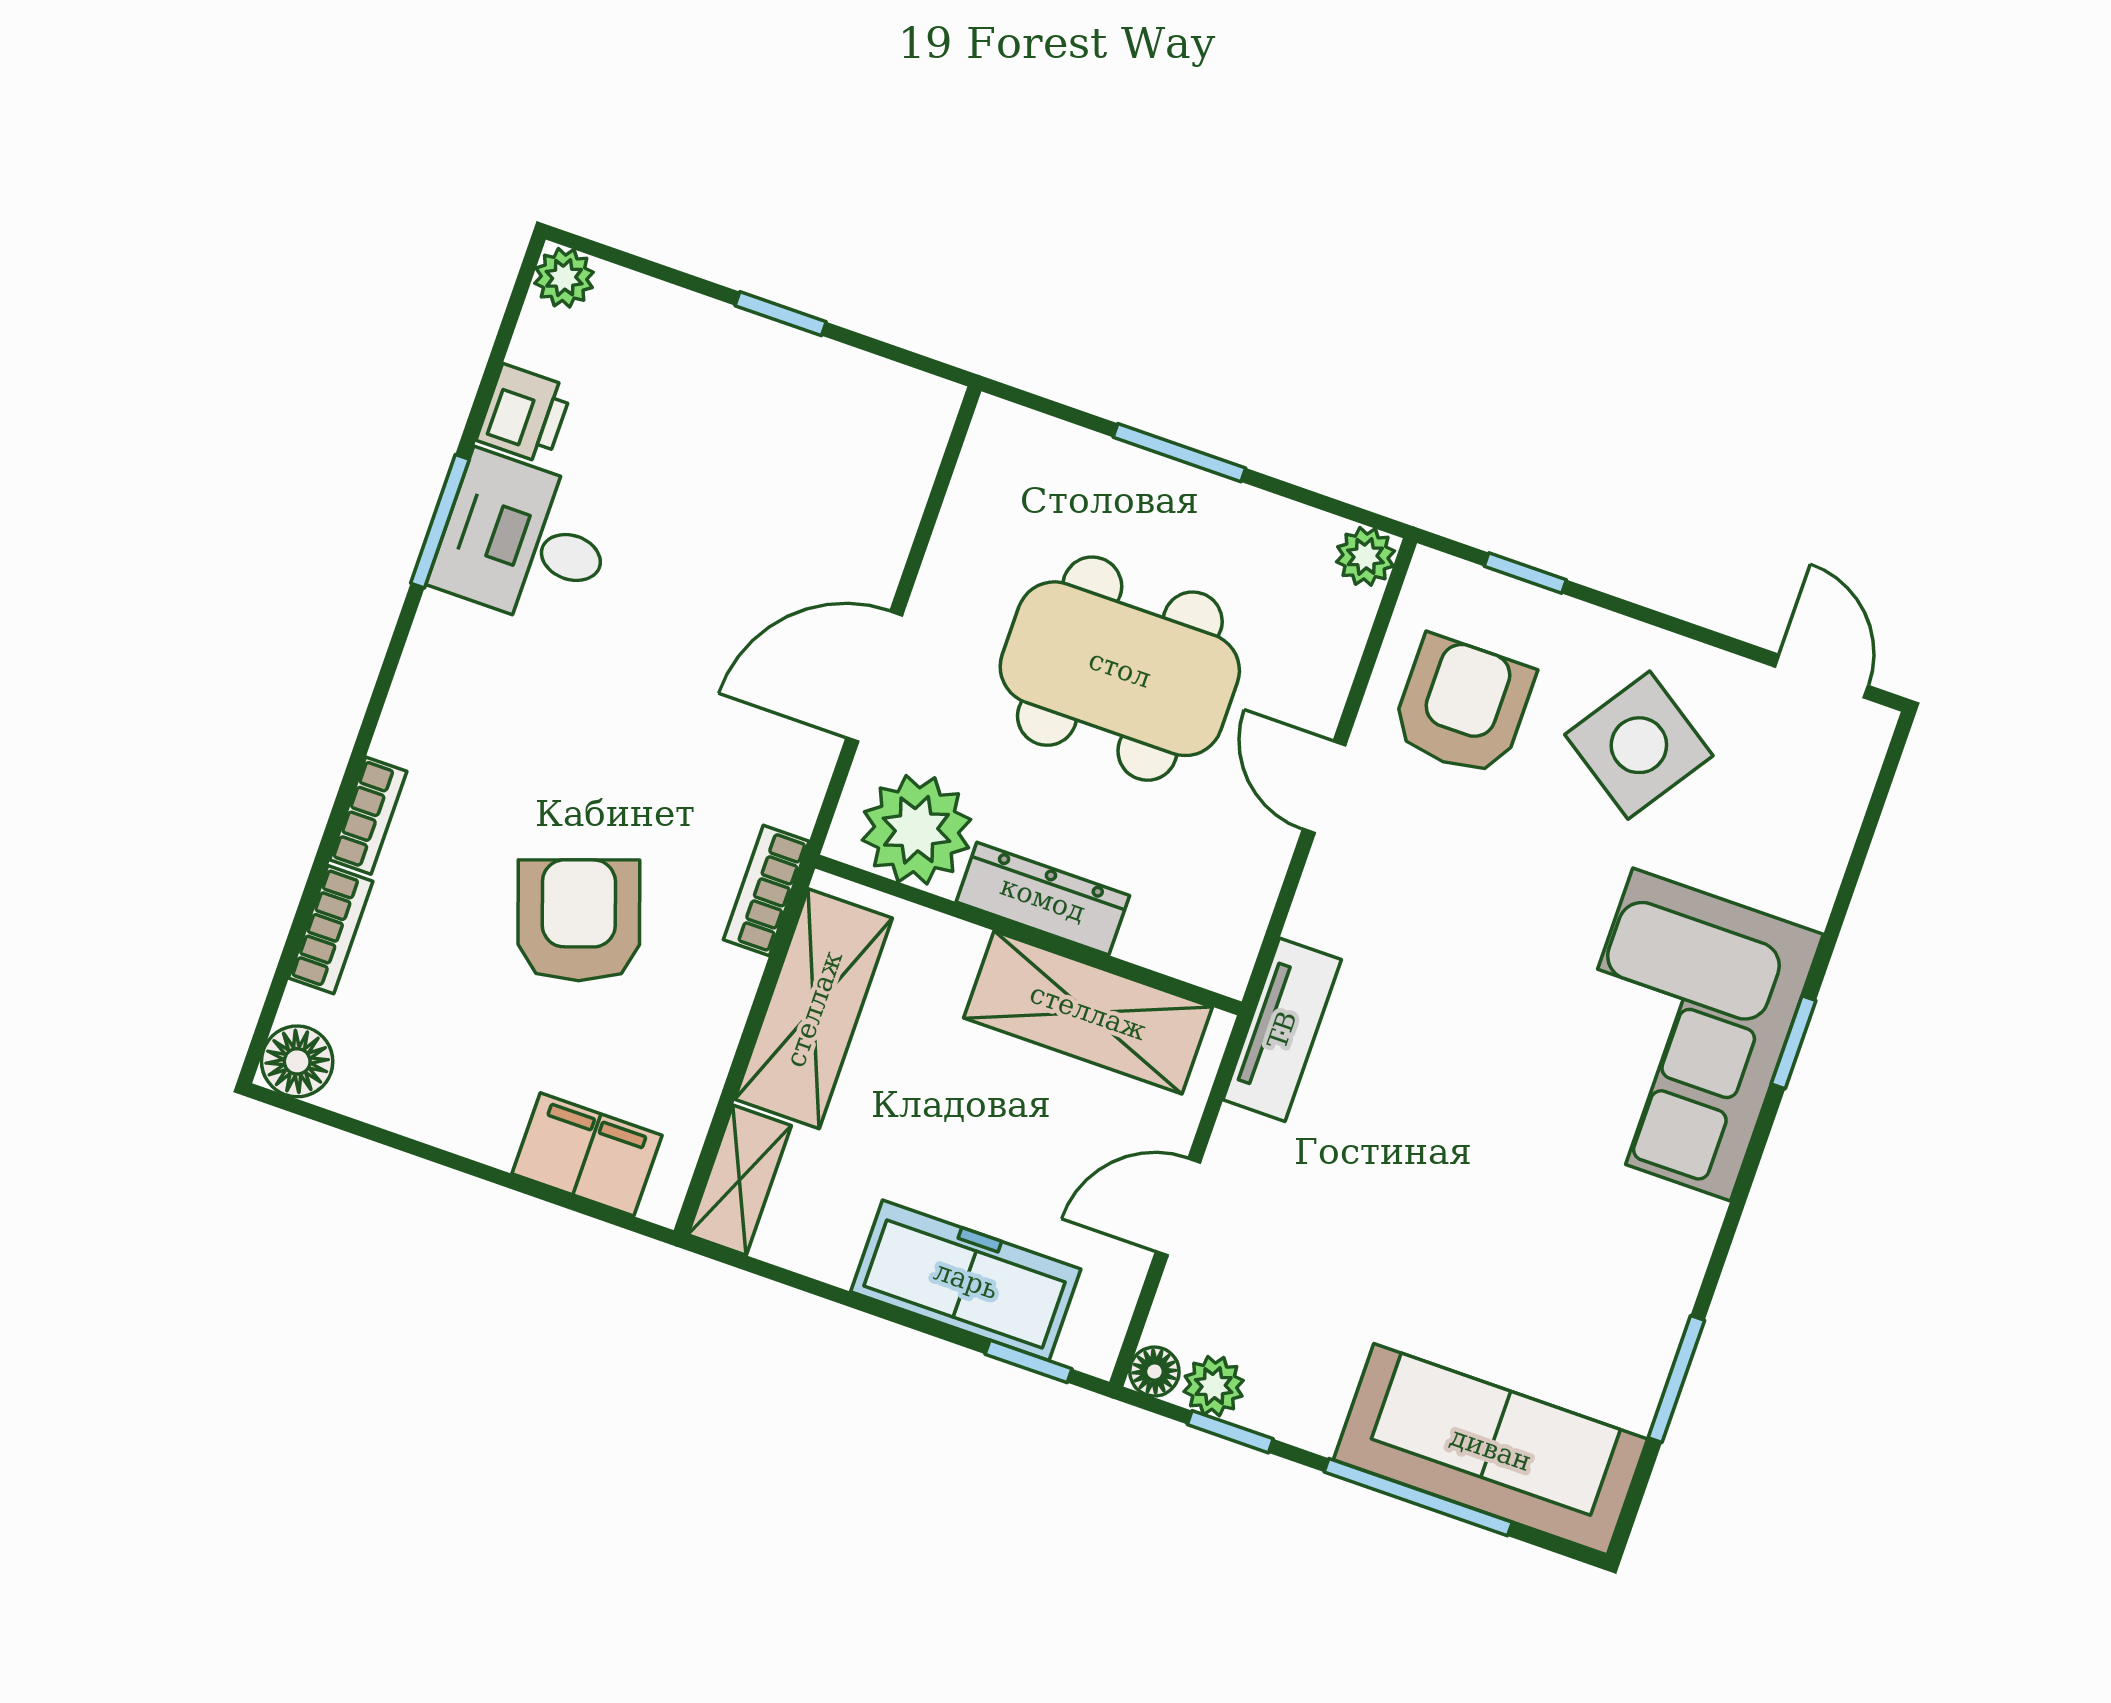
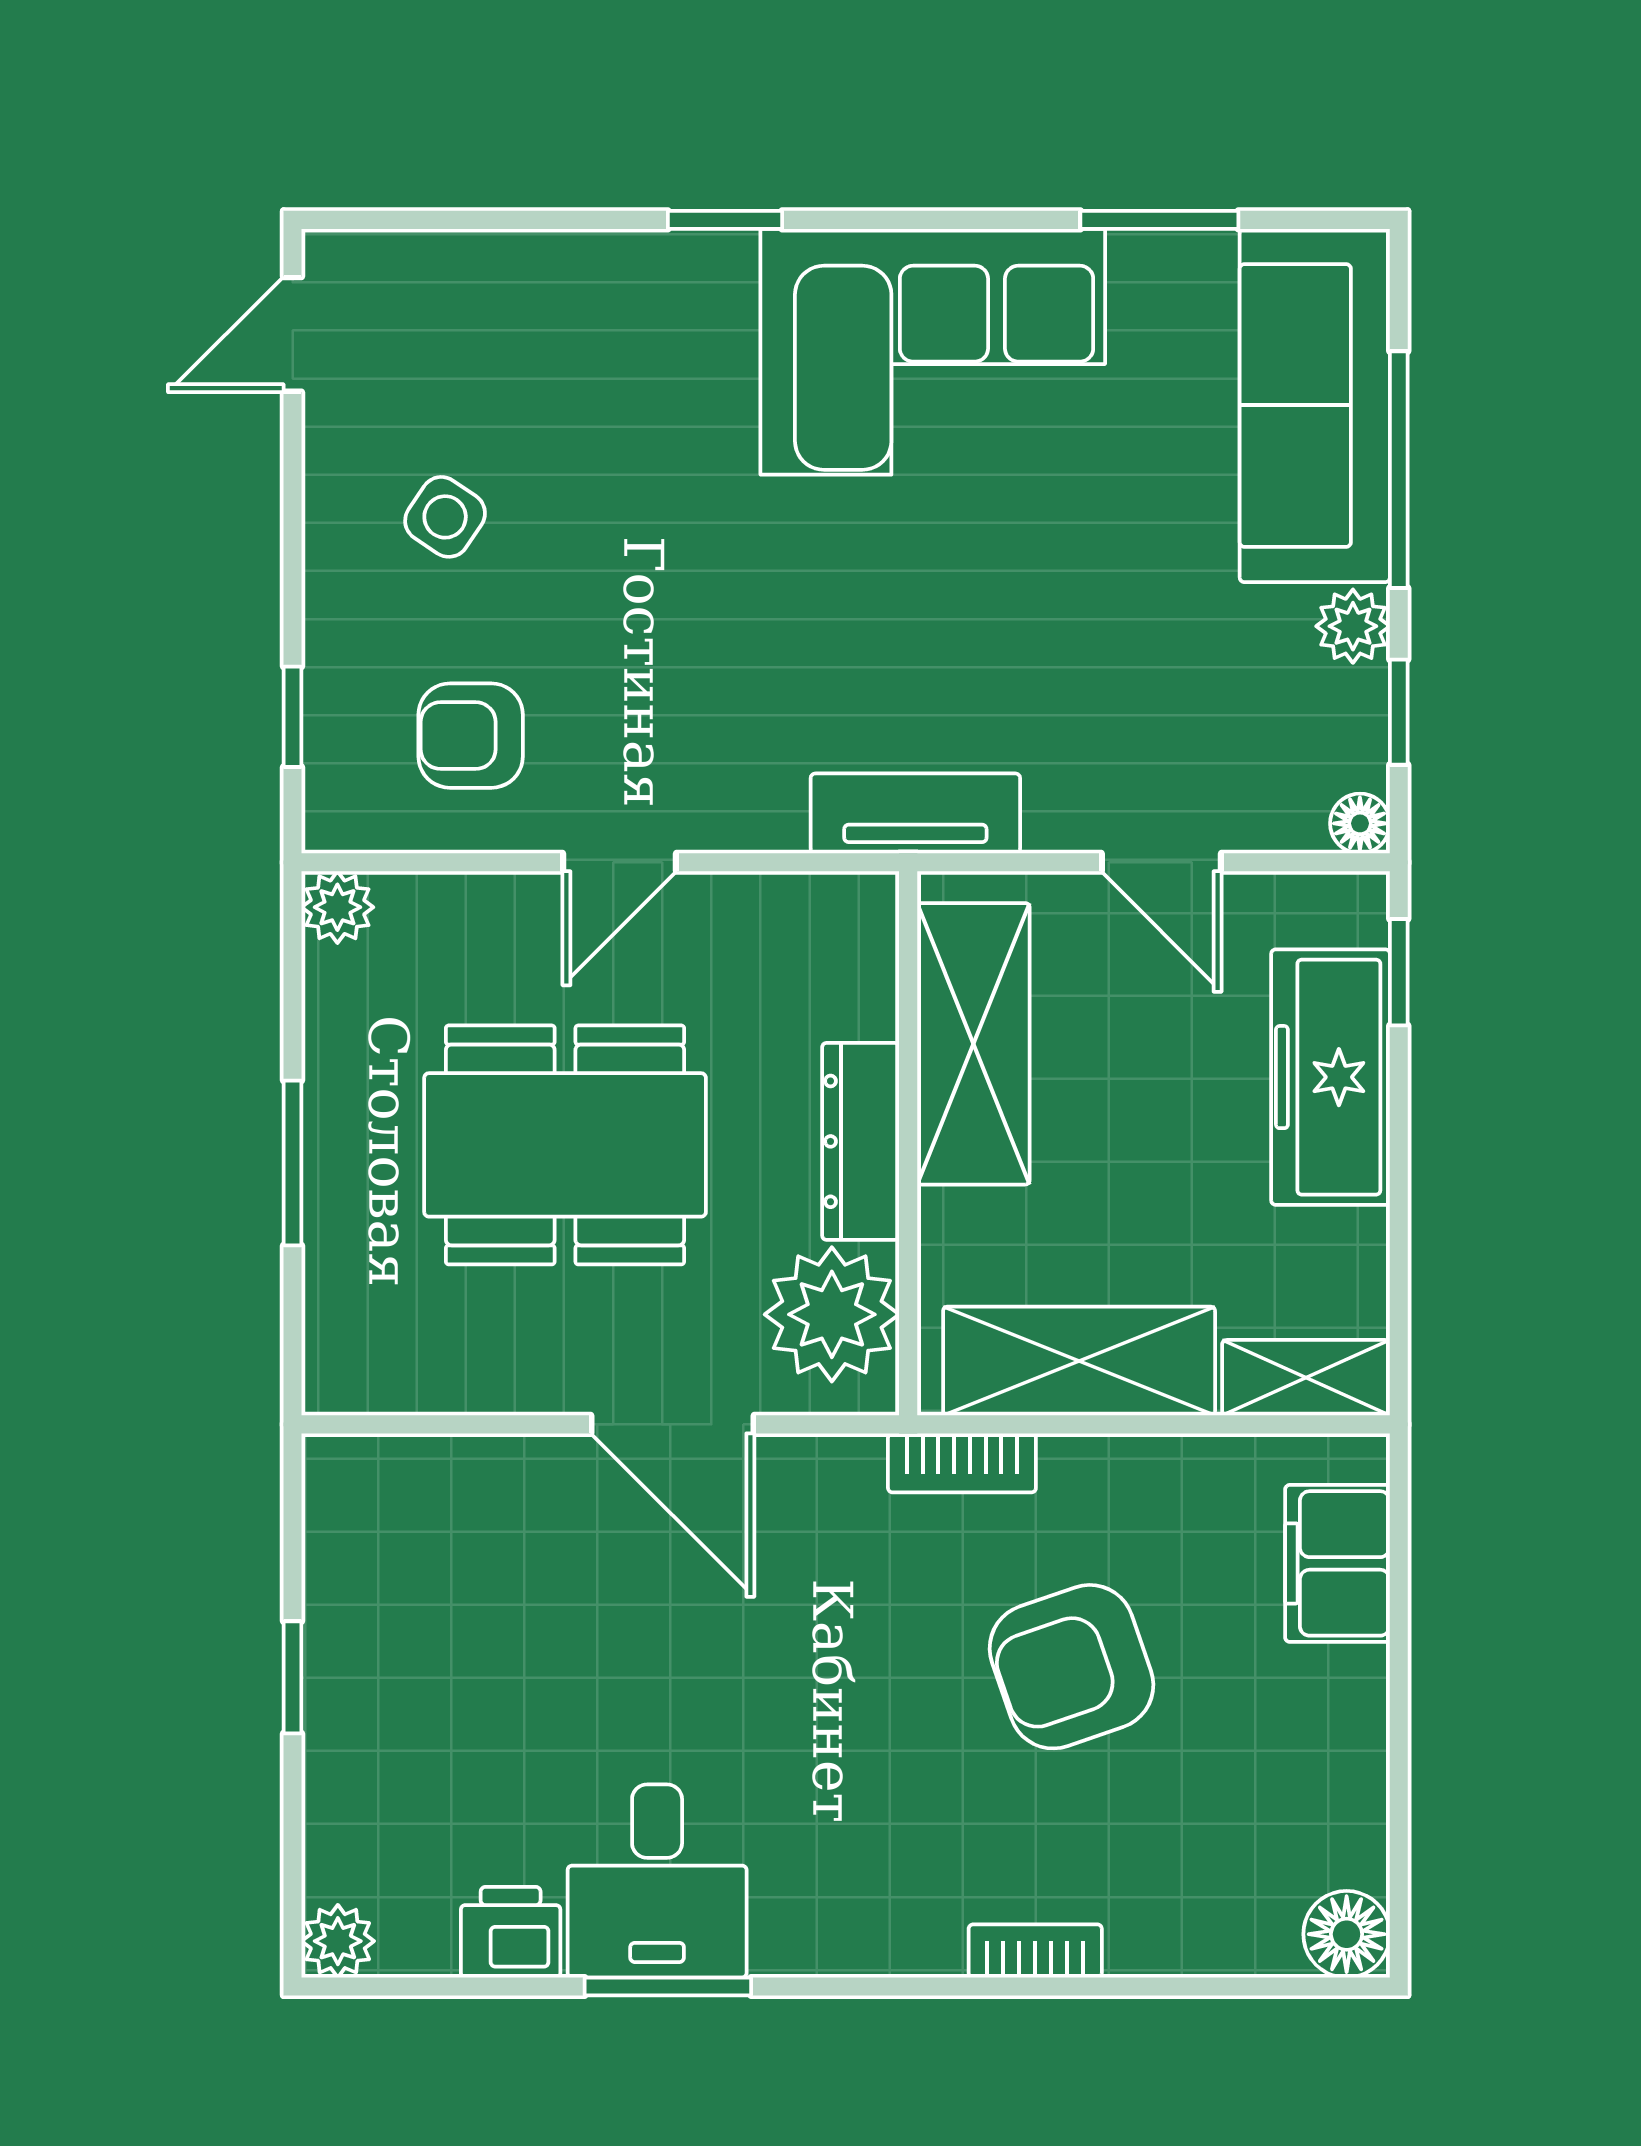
dining table: (1120, 669) -> (565, 1145), turned 90
armchair: (1463, 706) -> (471, 736), width x0.72, depth x0.72
side table: (1639, 745) -> (445, 517), width x0.54, depth x0.54
bookcase: (331, 930) -> (1182, 1948), removed
corner sofa: (1682, 1034) -> (933, 352), moved
plant: (1214, 1386) -> (1353, 626), moved

